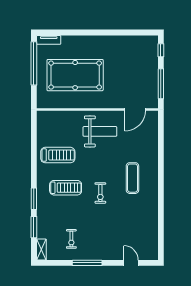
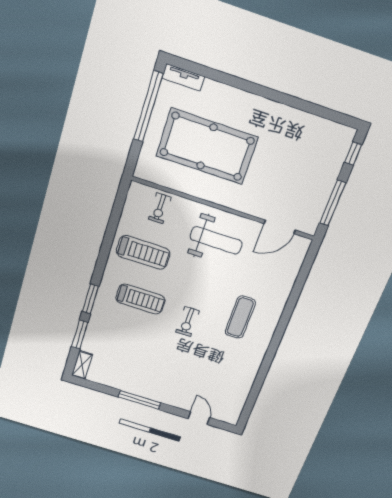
exercise bike: (71, 239) -> (160, 208), moved

